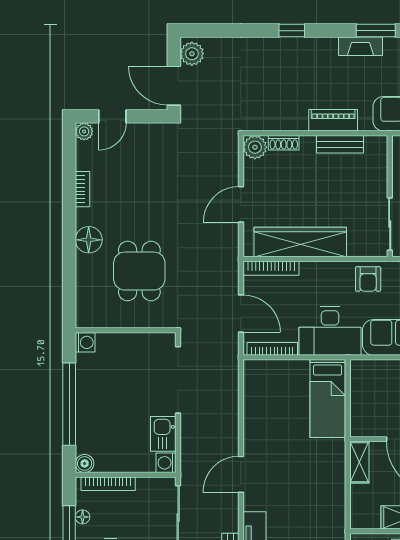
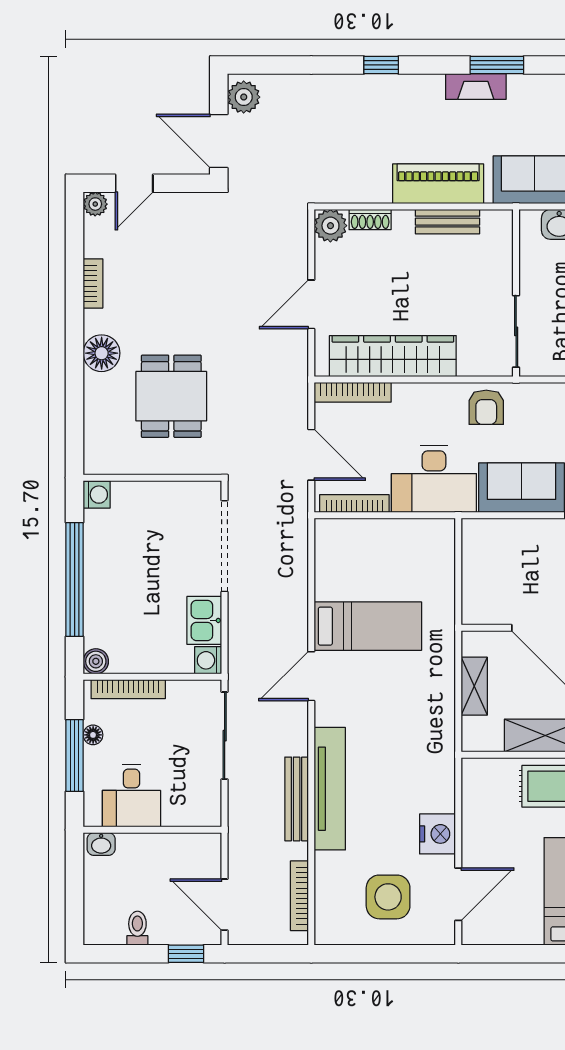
piano: (333, 120) -> (438, 184), width x1.37, depth x1.33
bed: (328, 399) -> (368, 626), moved, turned -90
shelving: (359, 462) -> (474, 686), moved

